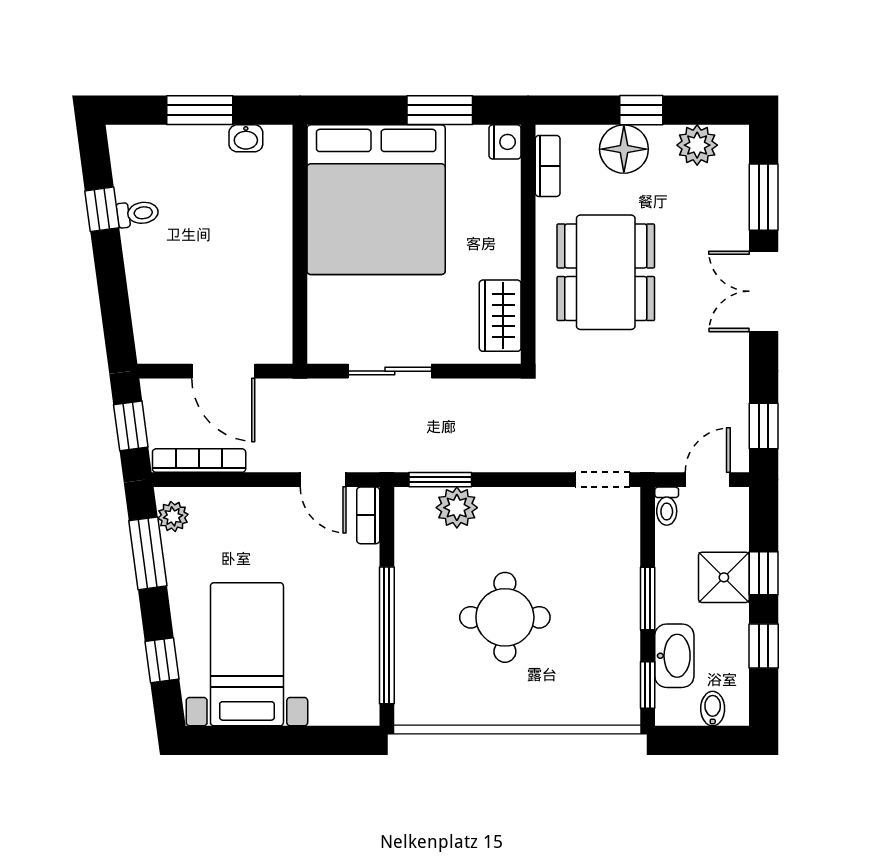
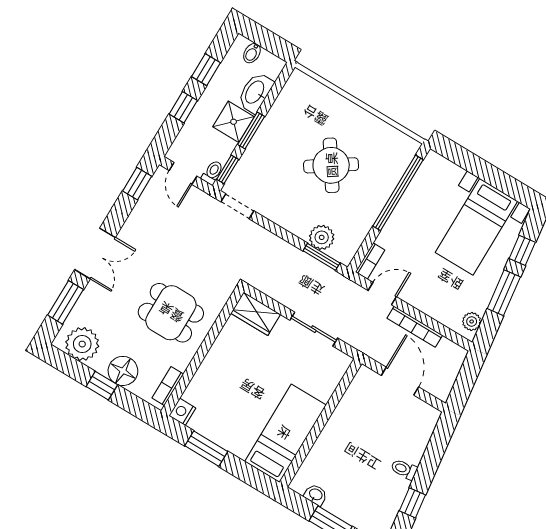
plant: (697, 145) -> (82, 344), width x1.36, depth x1.36
bed: (376, 200) -> (285, 433), width x0.49
toilet: (138, 214) -> (404, 469), moved
dining table: (606, 272) -> (171, 313), width x0.73
wardrobe: (500, 316) -> (256, 314), moved, turned 90
window: (131, 426) -> (465, 382), removed
bookcase: (199, 461) -> (415, 327), moved
door: (323, 480) -> (382, 294), hinge flipped
door: (708, 480) -> (183, 173), hinge flipped
window: (148, 553) -> (504, 293), moved
shower: (724, 577) -> (234, 122), moved
round table: (505, 617) -> (331, 165), turned -34
window: (648, 685) -> (228, 169), moved

